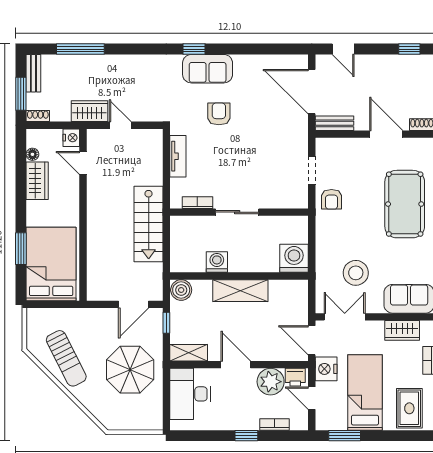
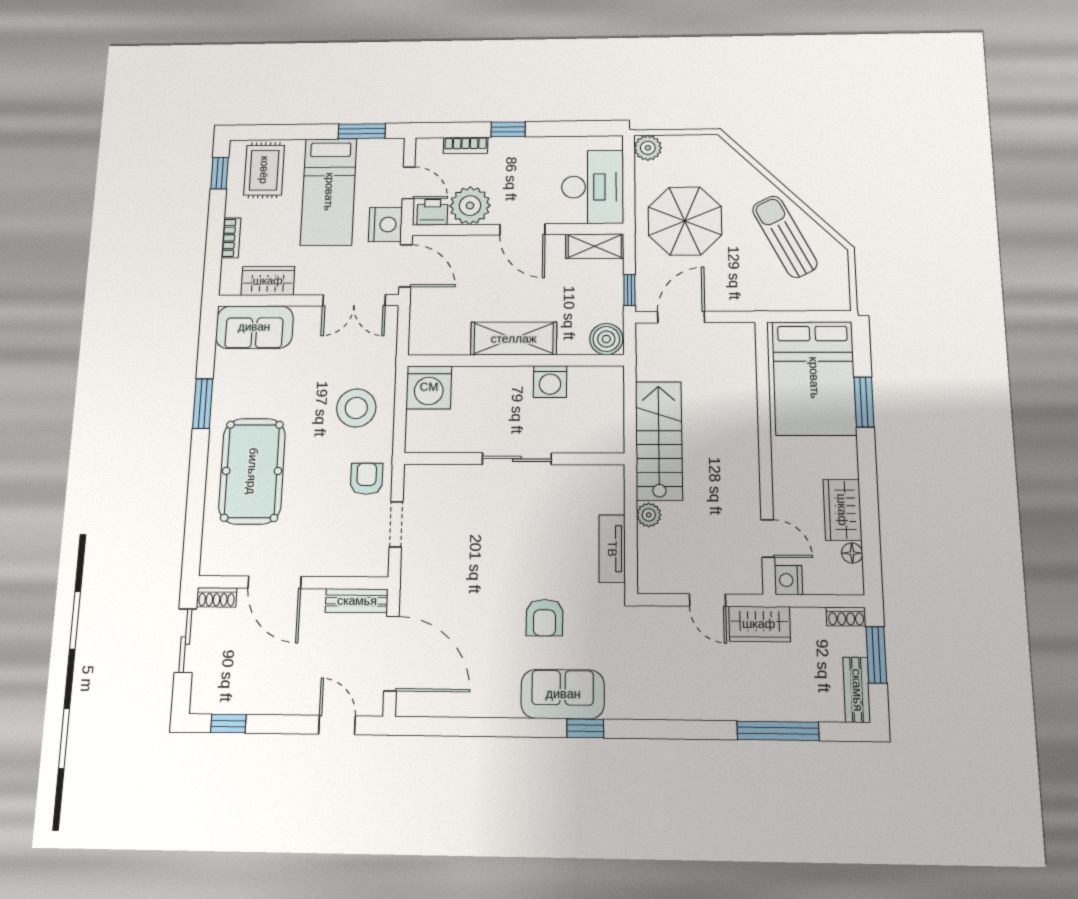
plant: (155, 177) -> (649, 515), added
bookcase: (197, 203) -> (580, 474), removed
stool: (356, 273) -> (356, 408), moved
plant: (154, 421) -> (648, 148), added

